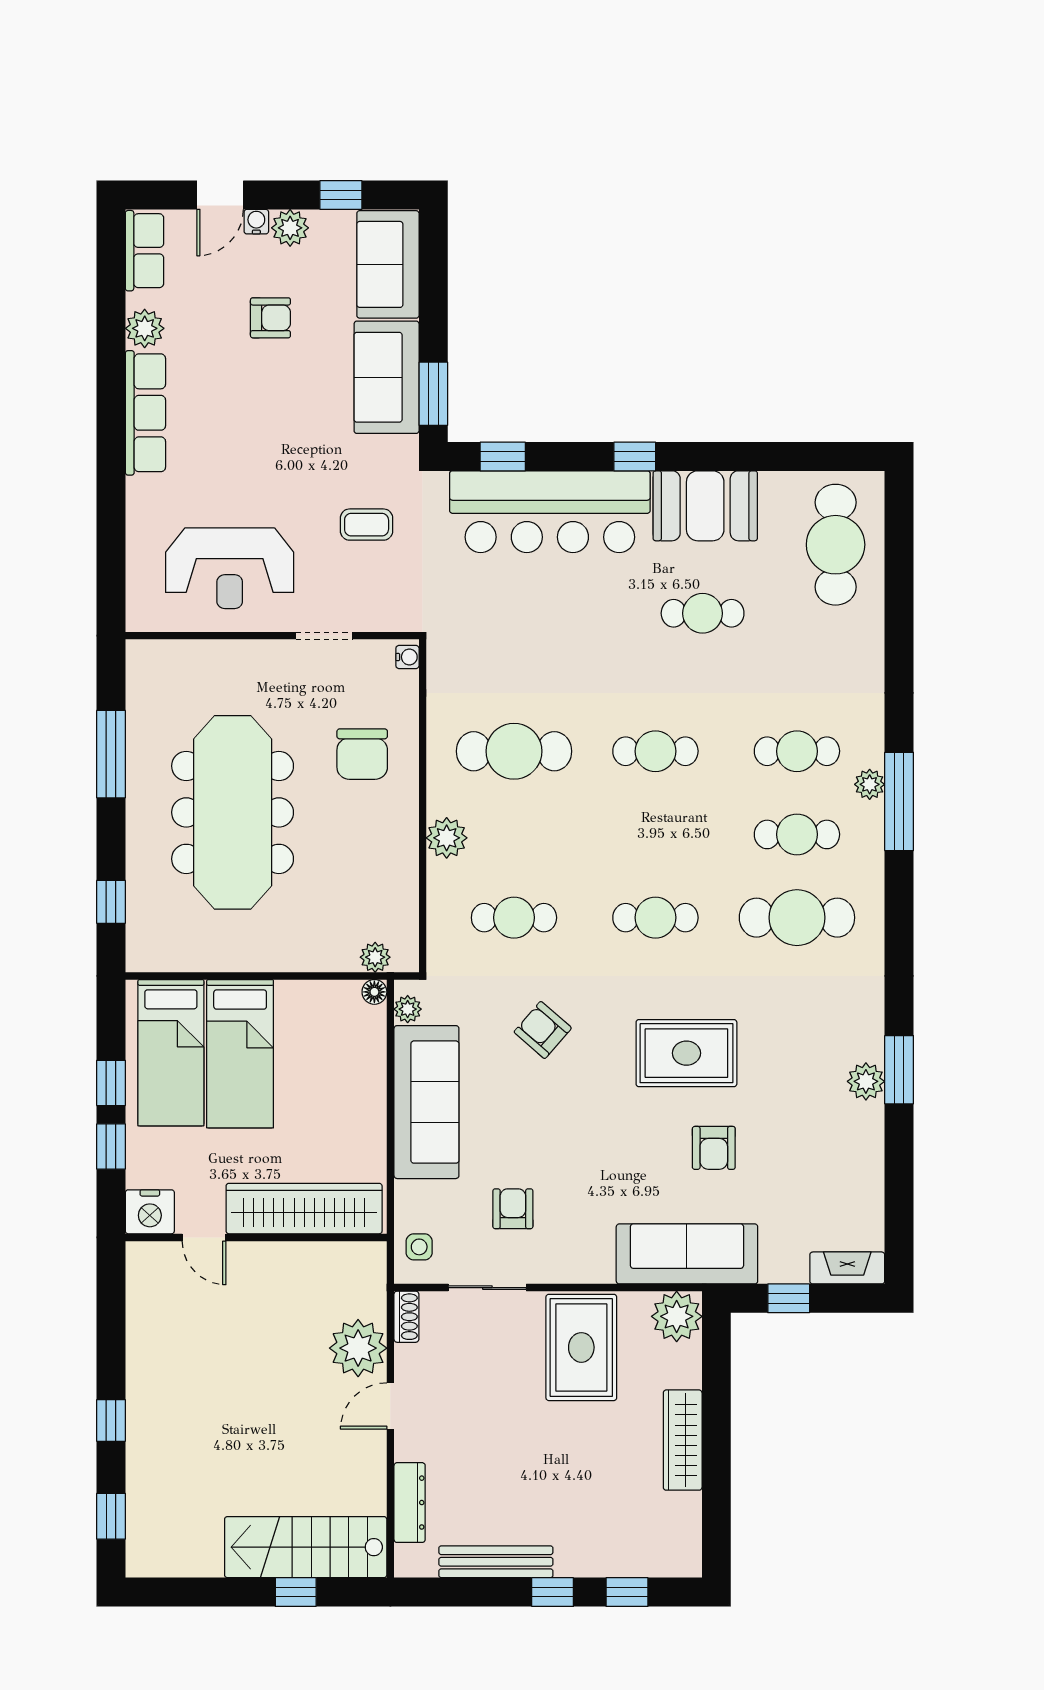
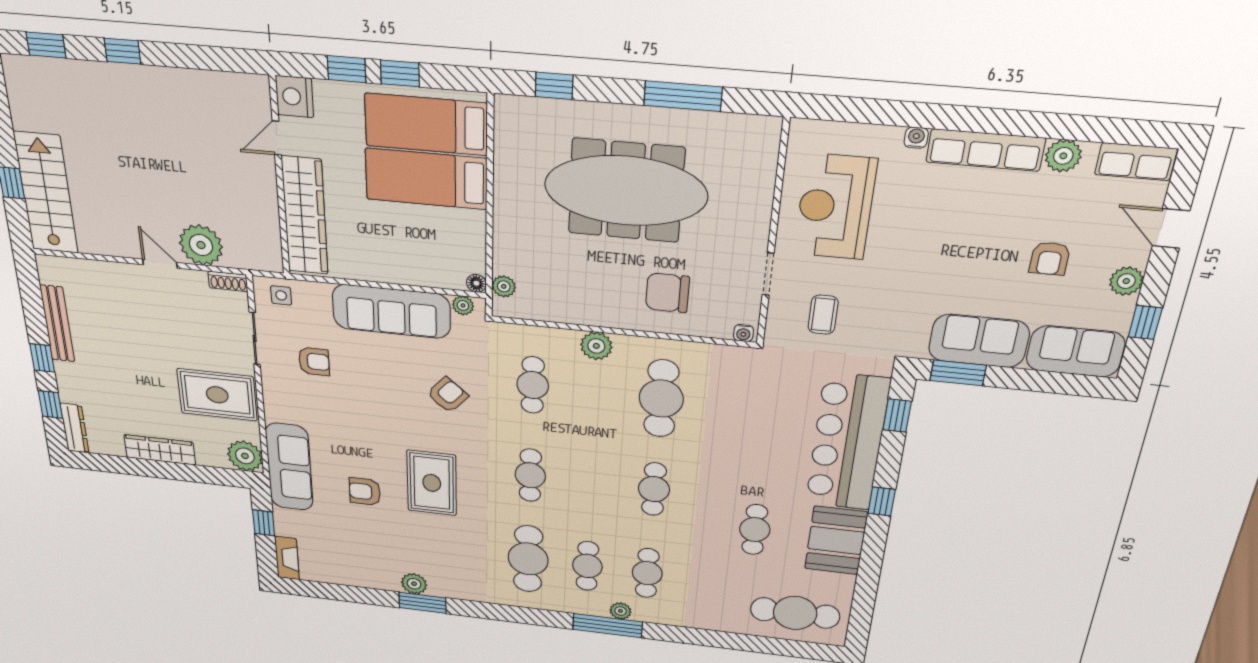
water cooler: (256, 222) -> (916, 138), moved, turned -90
coffee table: (367, 525) -> (823, 315), moved
dresser: (410, 1503) -> (74, 428), moved, turned -90

